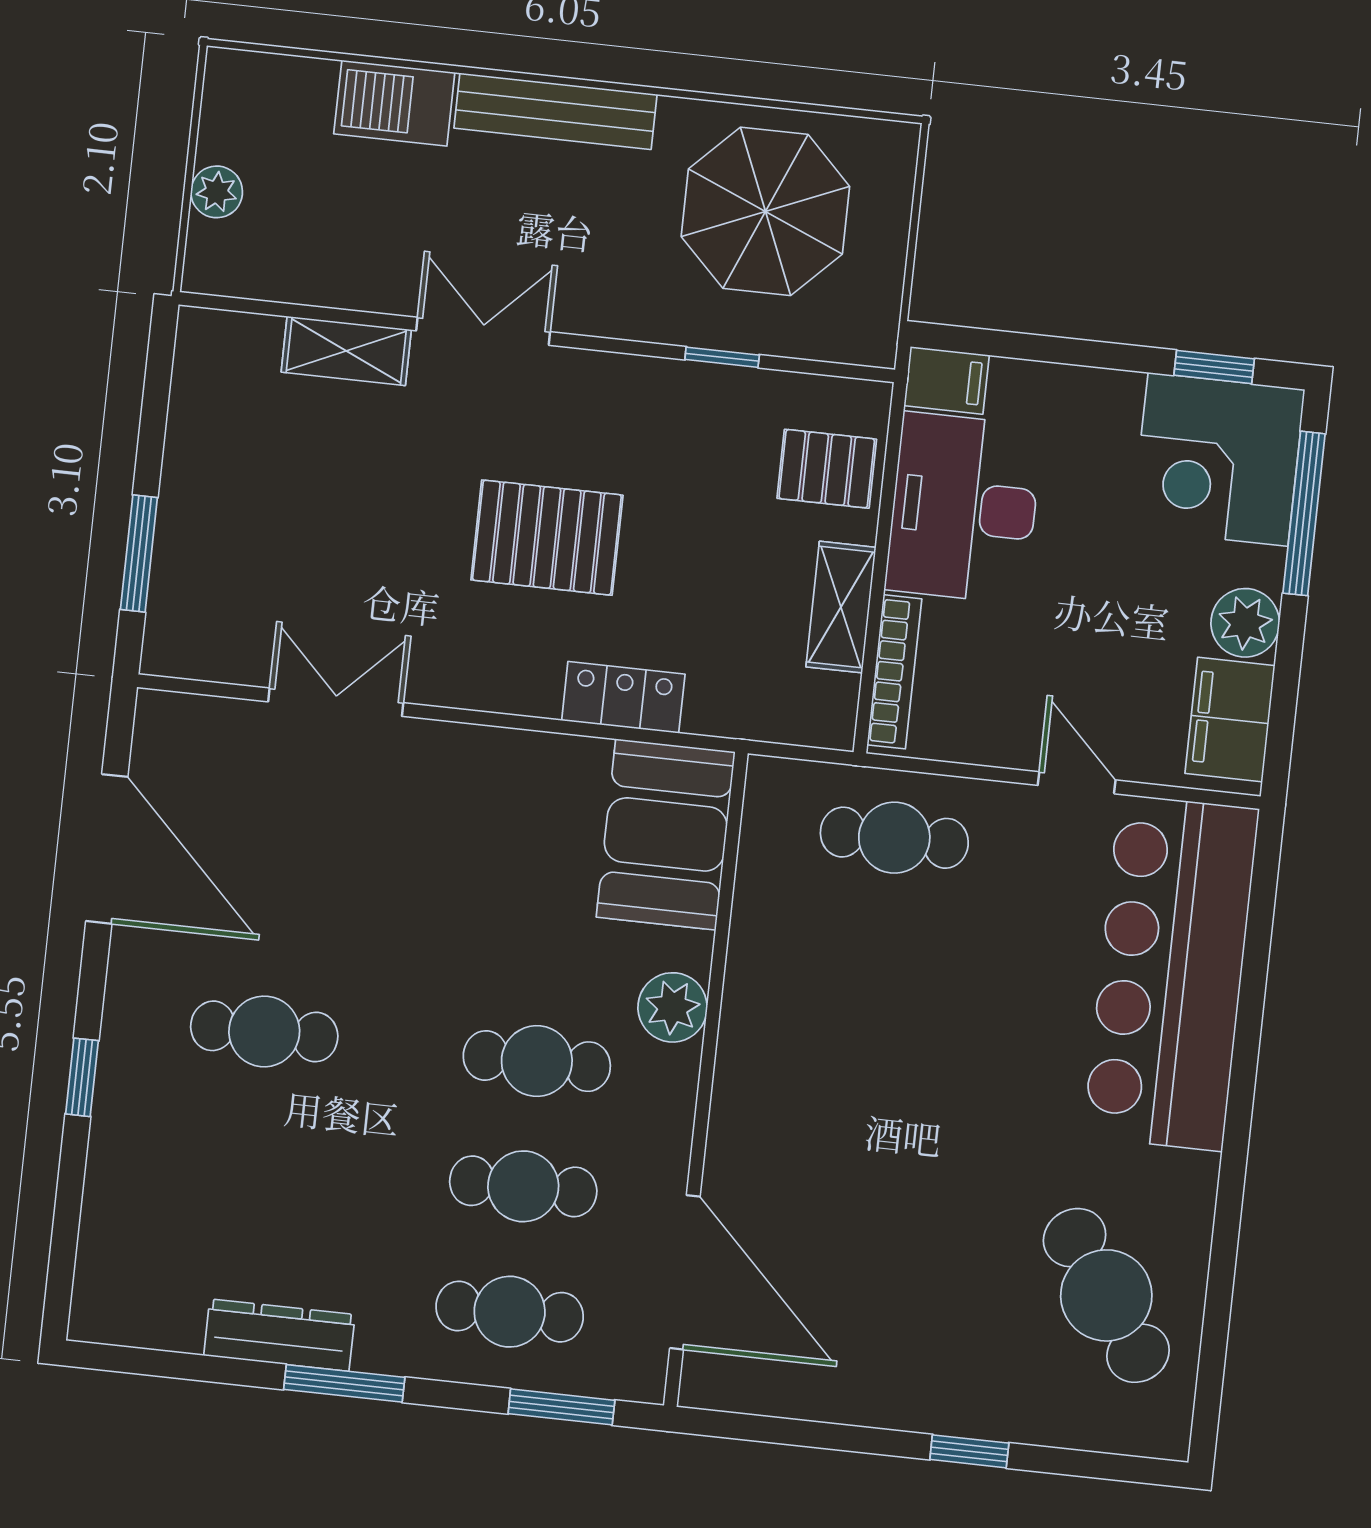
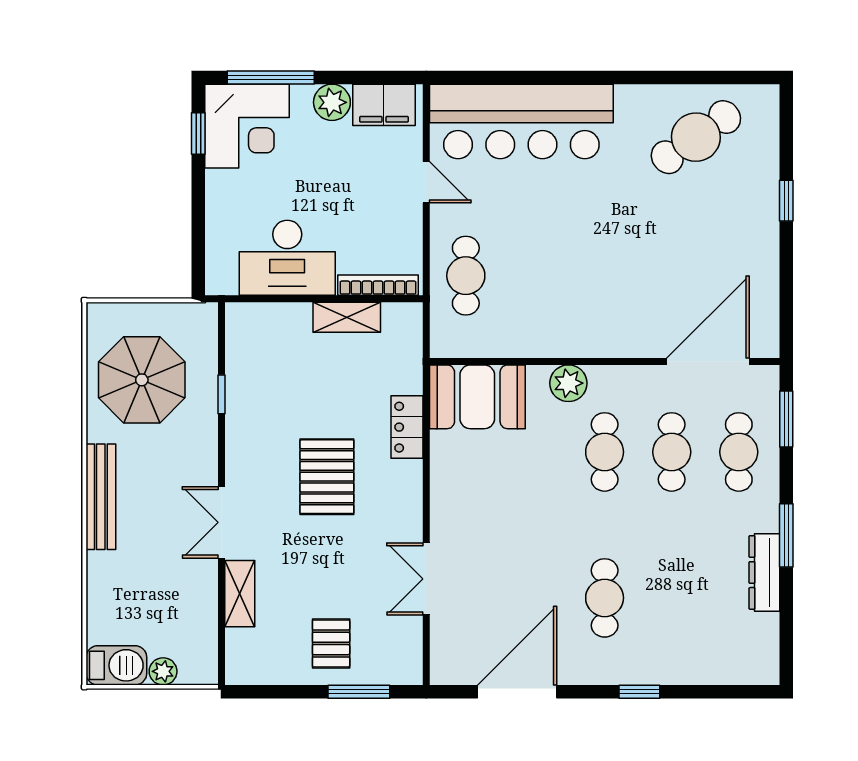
barbecue: (394, 103) -> (116, 665), moved, turned -90
filing cabinet: (947, 380) -> (221, 274), removed
pallet: (827, 469) -> (331, 643), moved
door: (1077, 783) -> (426, 182), swing flipped

